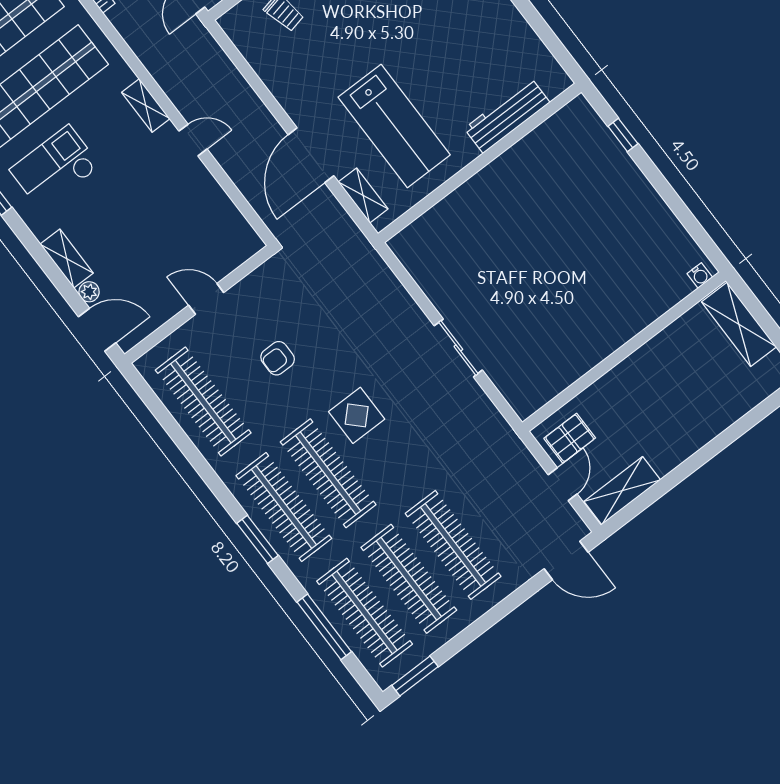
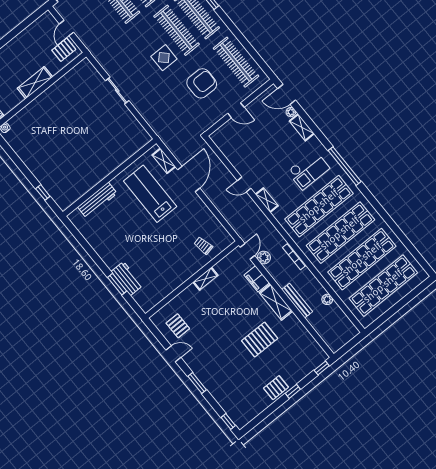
armchair: (278, 358) -> (202, 83), width x1.88, depth x1.88
shelving: (622, 491) -> (35, 83), moved

